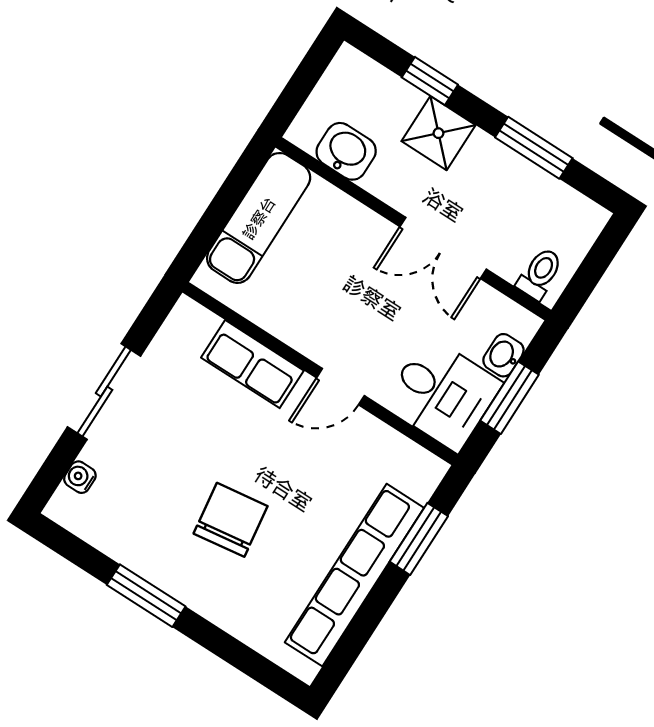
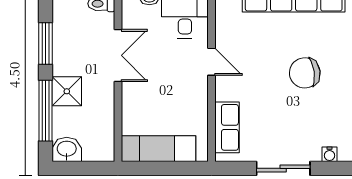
window: (430, 81) -> (45, 111), width x2.17
washbasin: (346, 151) -> (67, 149), moved, turned 90
row of seats: (252, 364) -> (227, 127), moved

